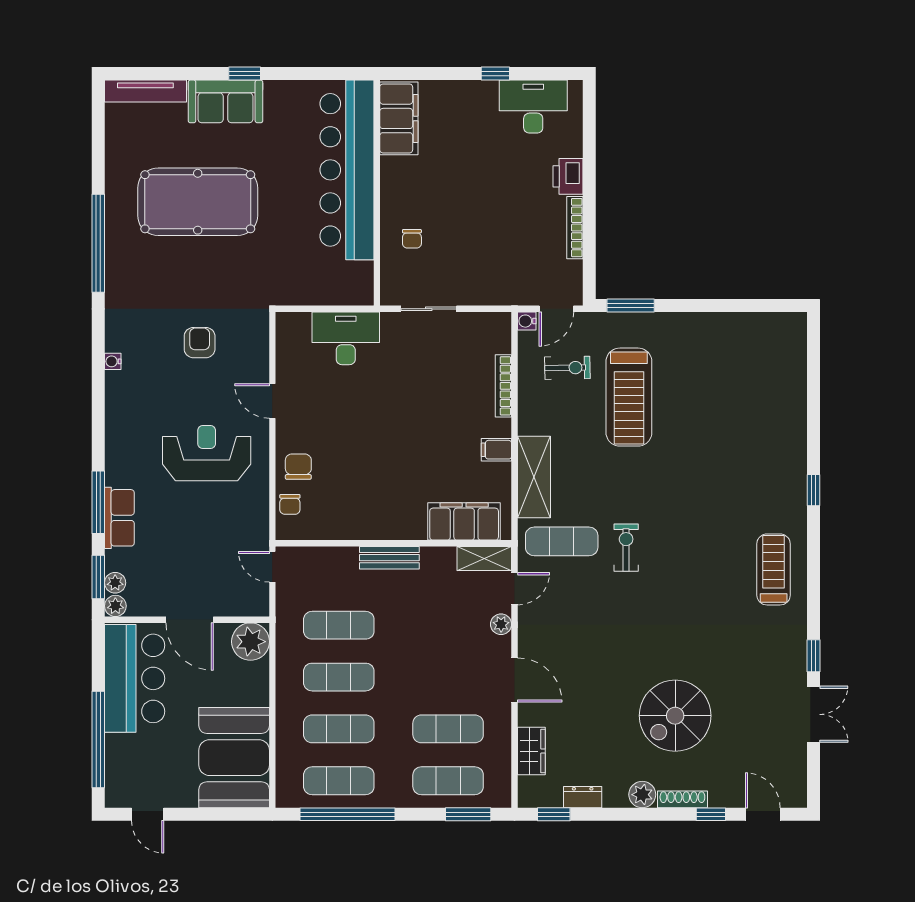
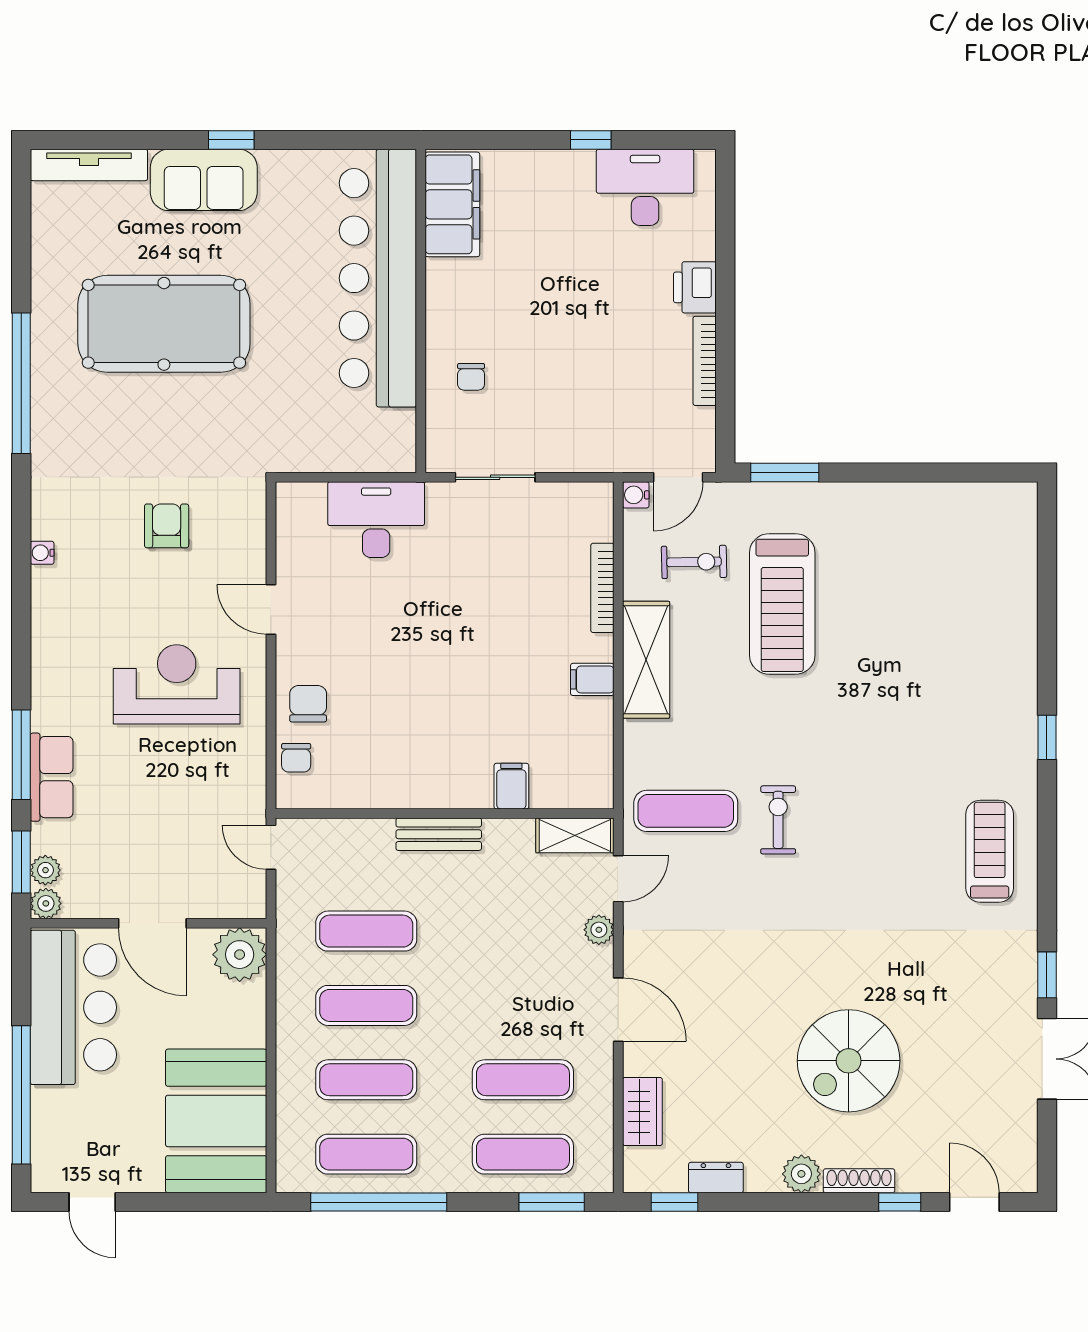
shelving: (534, 477) -> (646, 660), moved
filing cabinet: (464, 521) -> (511, 786), width x0.33, depth x0.86

